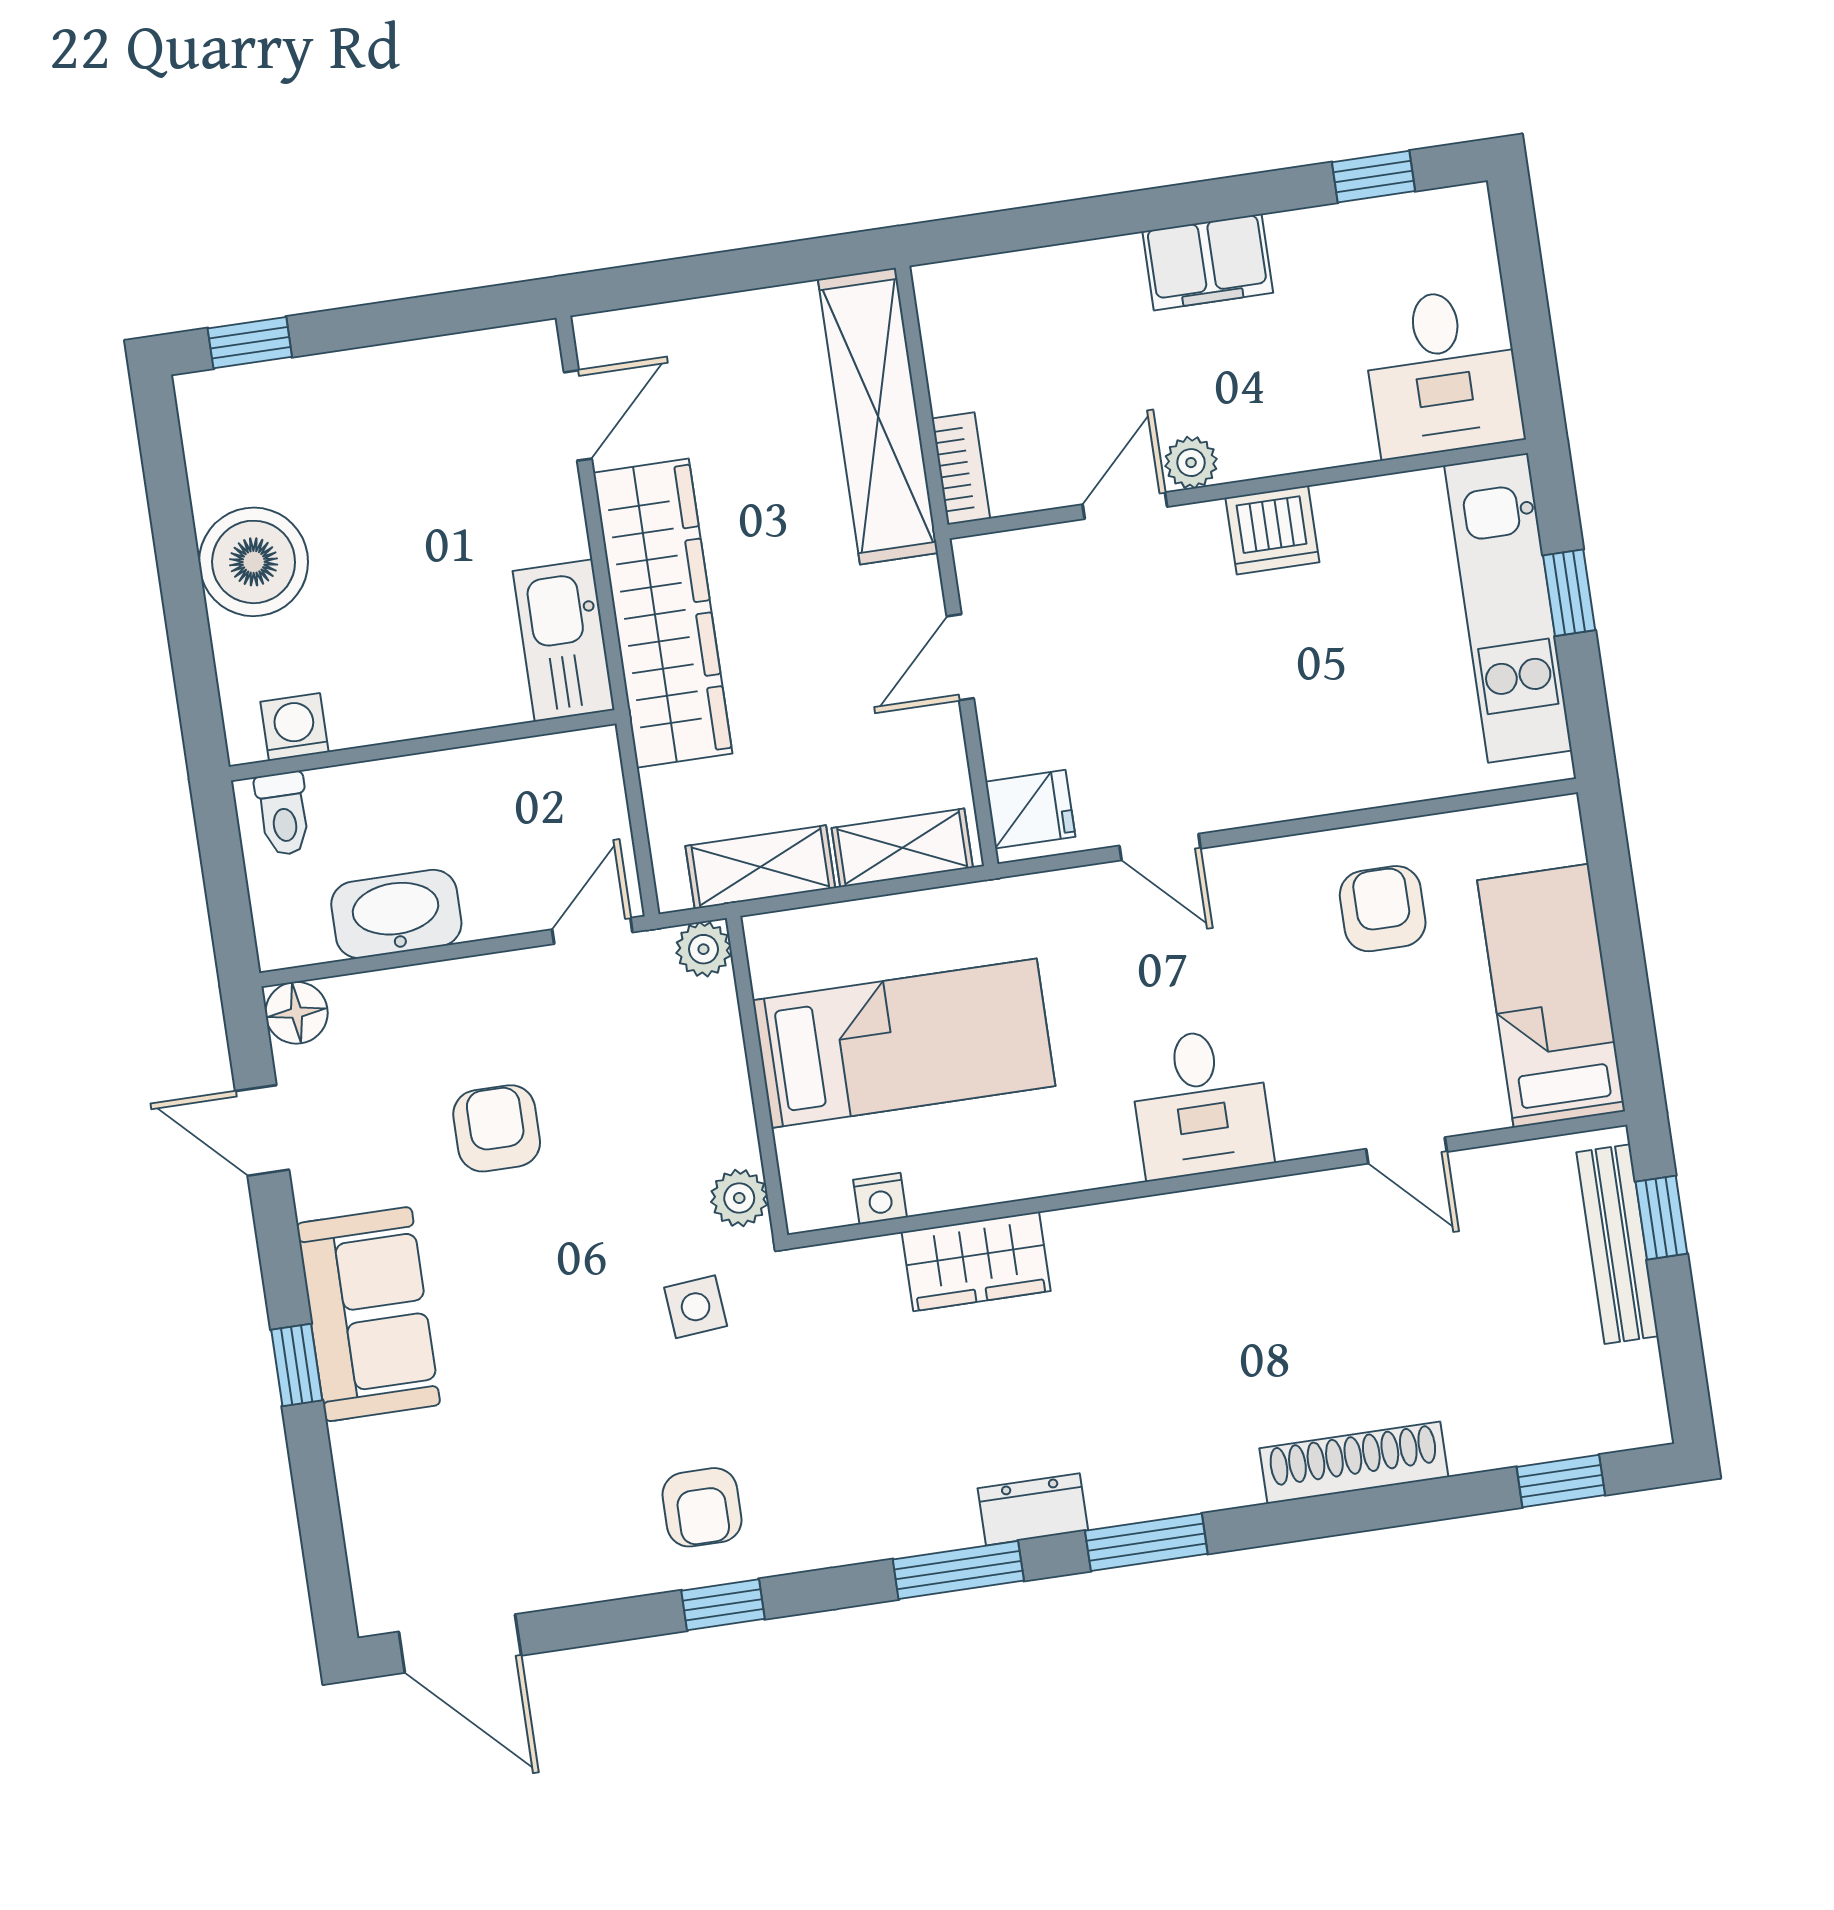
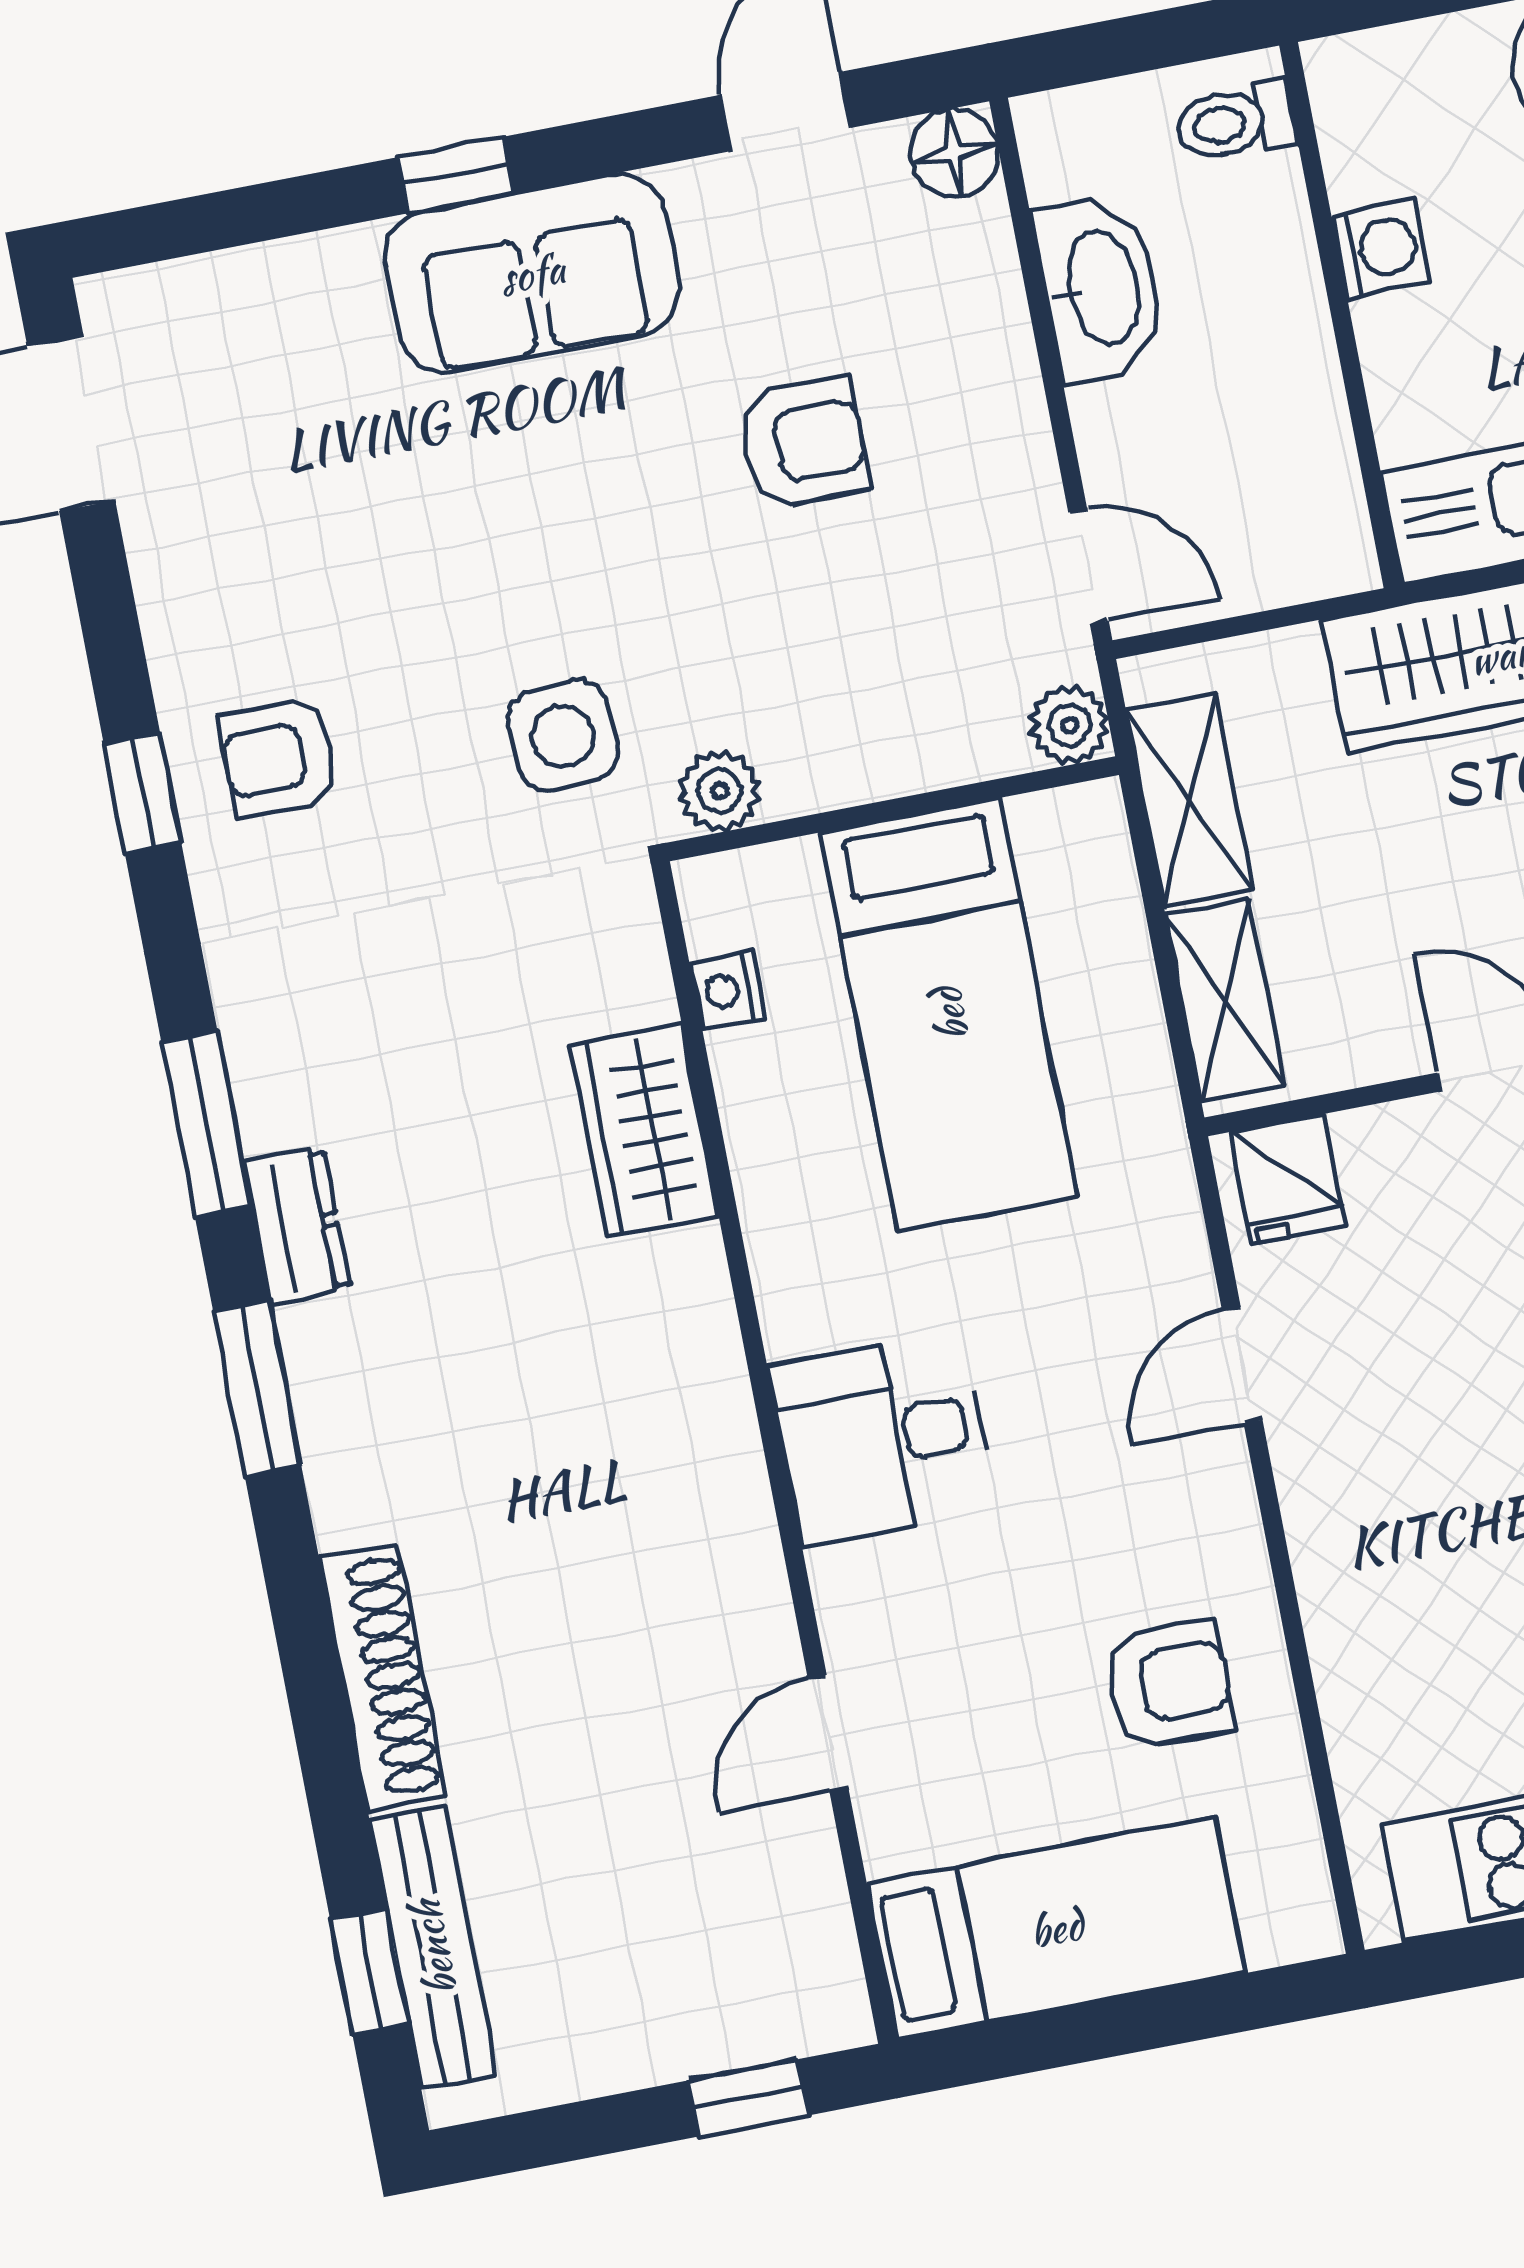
washing machine: (295, 727) -> (1381, 248), moved
bench: (1617, 1244) -> (433, 1948), moved, turned 90
side table: (696, 1307) -> (563, 736), width x1.37, depth x1.37

